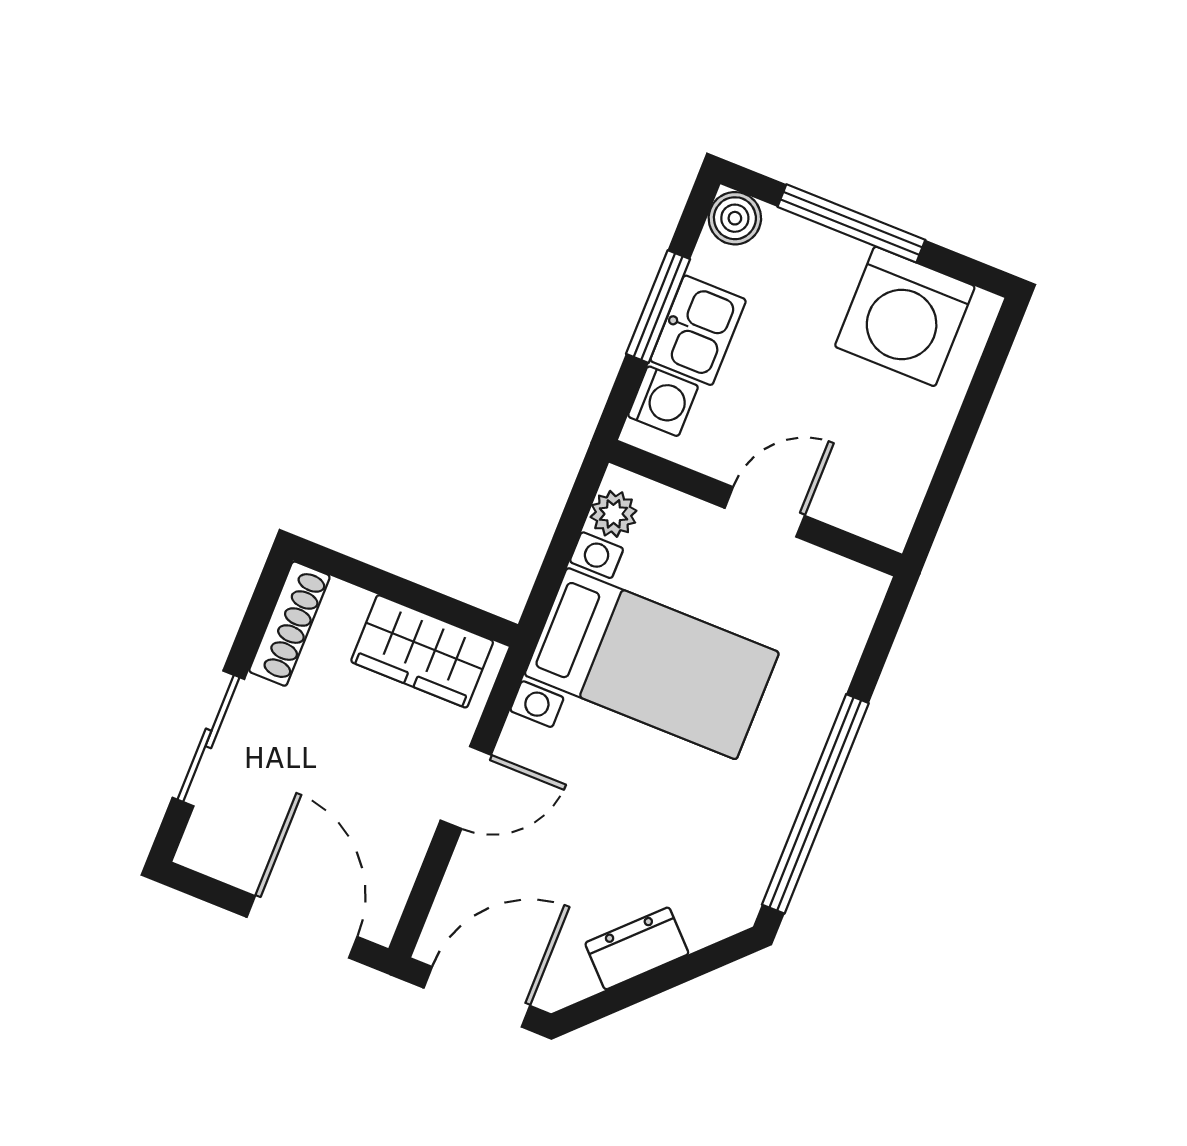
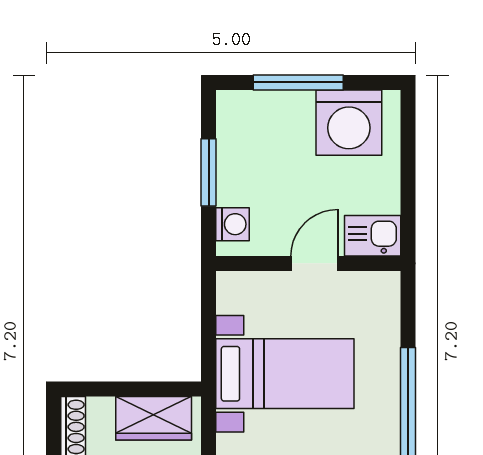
boiler: (735, 218) -> (232, 106), removed
kitchen sink: (698, 330) -> (373, 236), moved, turned -90
plant: (614, 514) -> (230, 298), removed

